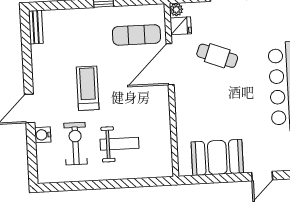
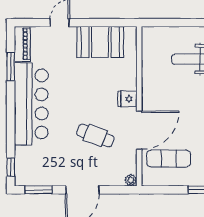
fridge: (181, 26) -> (127, 99), moved

